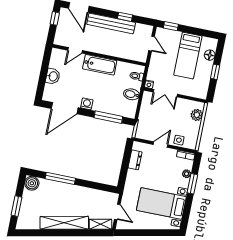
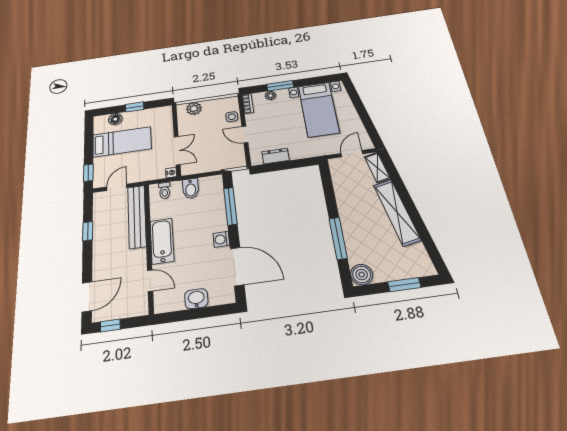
bench: (111, 23) -> (137, 217), moved

